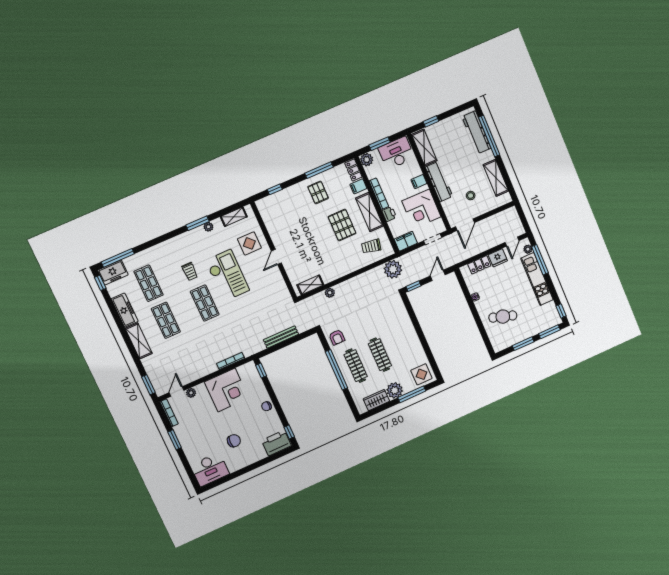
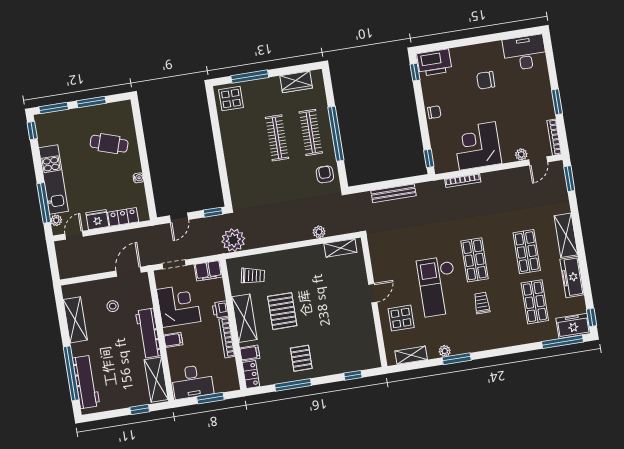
plant: (367, 160) -> (231, 383), removed
plant: (395, 390) -> (270, 88), removed

